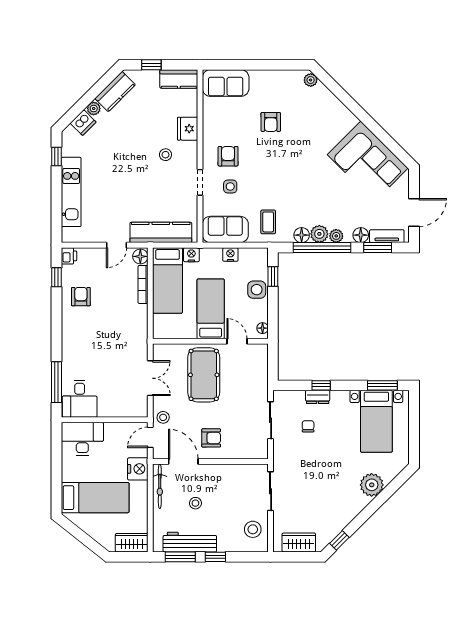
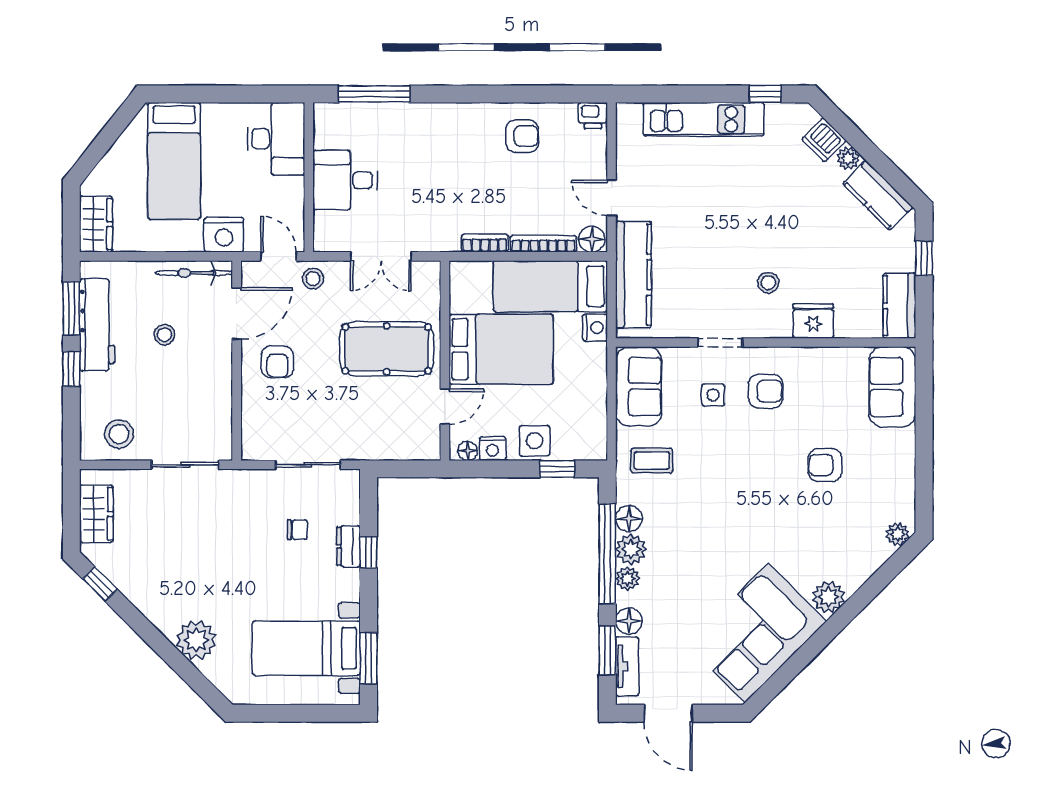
plant: (347, 120) -> (828, 597), added
nightstand: (230, 254) -> (493, 449), moved, turned 90
window: (57, 277) -> (556, 94), removed
bed: (211, 309) -> (501, 349), width x1.50
bookcase: (143, 318) -> (485, 243), added
desk: (80, 399) -> (345, 180), moved

